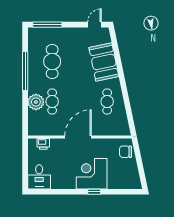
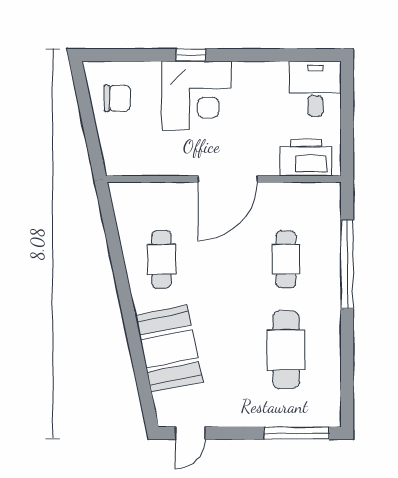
window: (25, 71) -> (347, 264), moved
plant: (36, 102) -> (323, 258), removed
printer: (43, 144) -> (306, 158), width x1.87, depth x1.48
chair: (126, 152) -> (117, 98), moved

